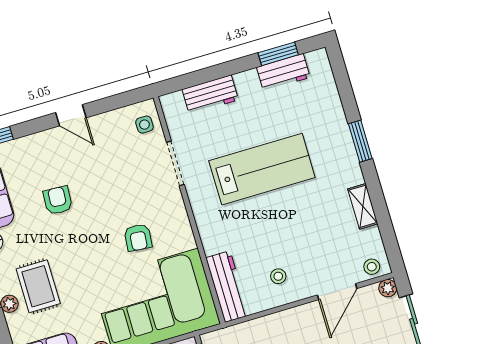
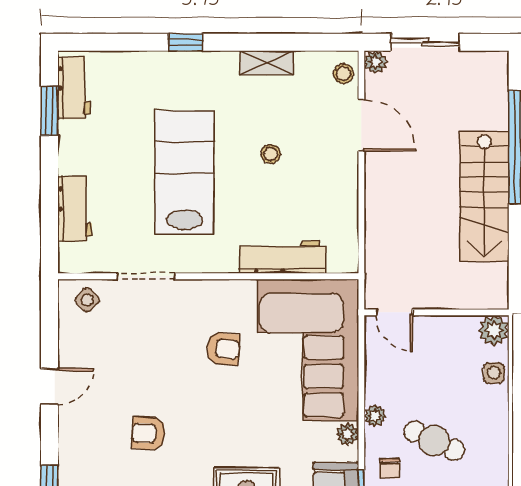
workbench: (283, 72) -> (74, 88), moved
side table: (144, 125) -> (87, 300), turned 45
window: (360, 141) -> (186, 42), width x0.67
stool: (278, 276) -> (271, 154), moved
workbench: (227, 287) -> (283, 257), moved

